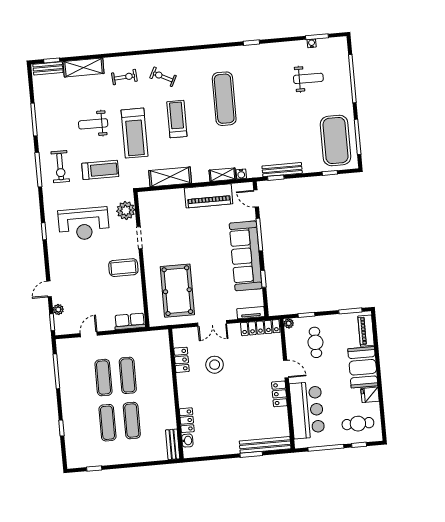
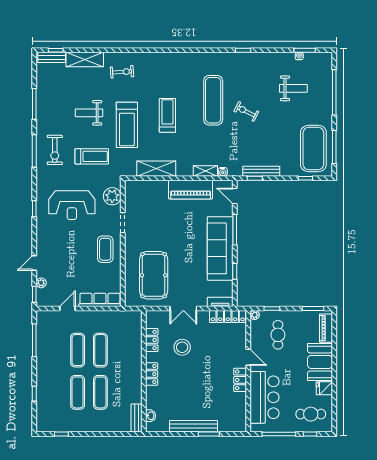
exercise bike: (163, 77) -> (246, 111), moved
coffee table: (123, 268) -> (105, 249), turned 90
row of seats: (130, 321) -> (100, 300), width x1.48
locker: (187, 420) -> (152, 374), moved
bench: (265, 445) -> (194, 426), moved

